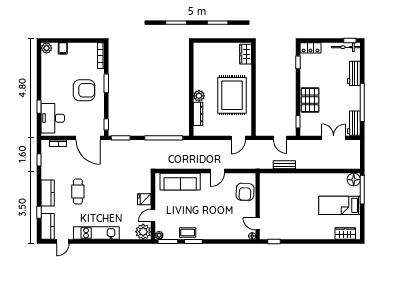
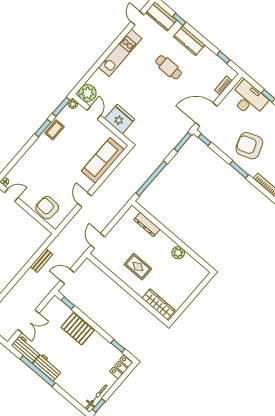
wardrobe: (246, 54) -> (159, 304), width x1.50
workbench: (354, 73) -> (47, 367), moved
armchair: (84, 90) -> (249, 146), turned 70
rug: (232, 95) -> (138, 267), width x0.54, depth x0.49
plant: (199, 96) -> (178, 253), moved
fridge: (144, 199) -> (120, 119), width x1.88, depth x1.34

